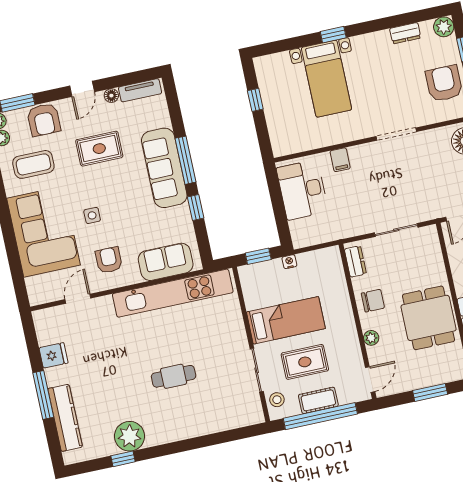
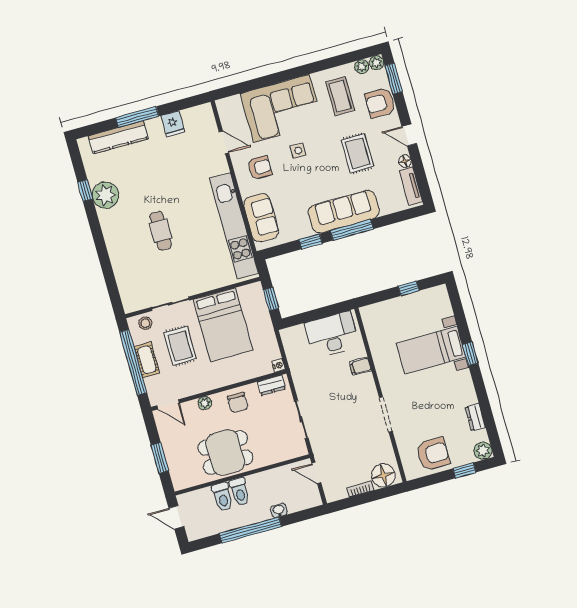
nightstand: (289, 262) -> (278, 365), moved
bed: (286, 320) -> (223, 325), width x1.50

